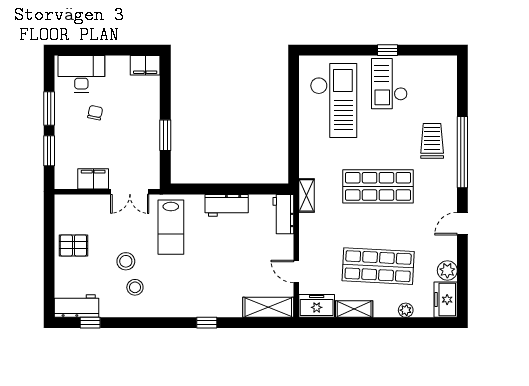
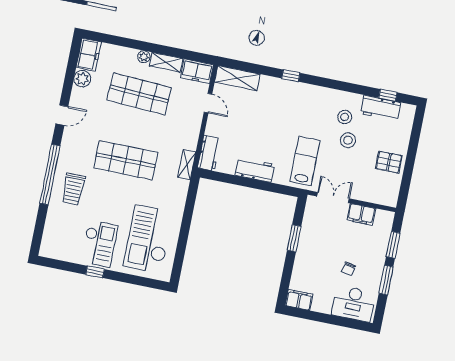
workbench: (77, 306) -> (381, 108), moved
plant: (406, 310) -> (144, 57), moved

